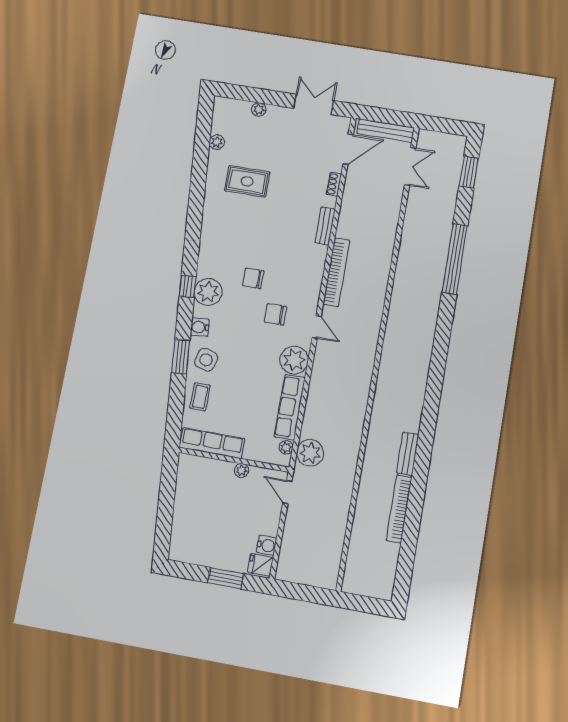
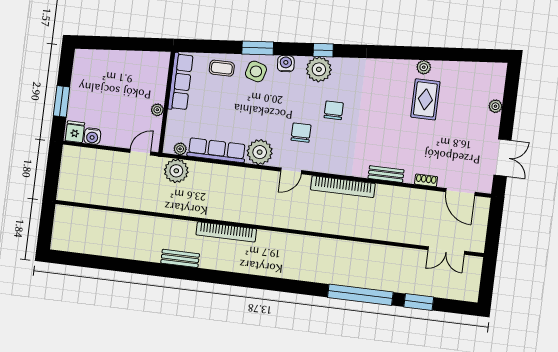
bench: (386, 131) -> (480, 226), removed
plant: (217, 142) -> (424, 67), moved
window: (469, 172) -> (419, 302), moved
bookcase: (399, 509) -> (226, 232), moved, turned 180

